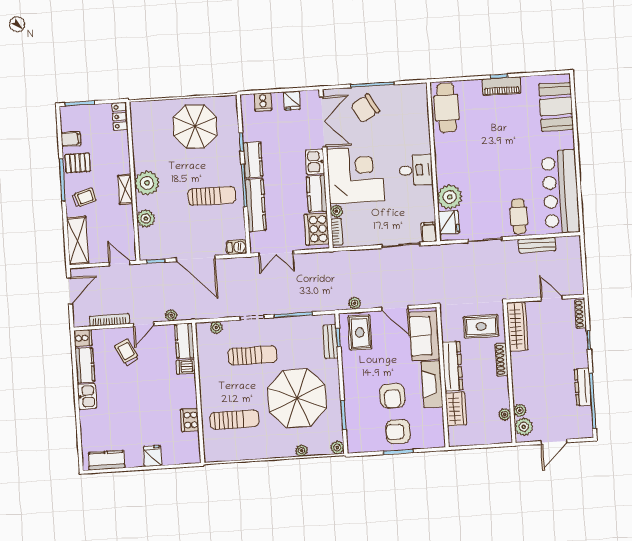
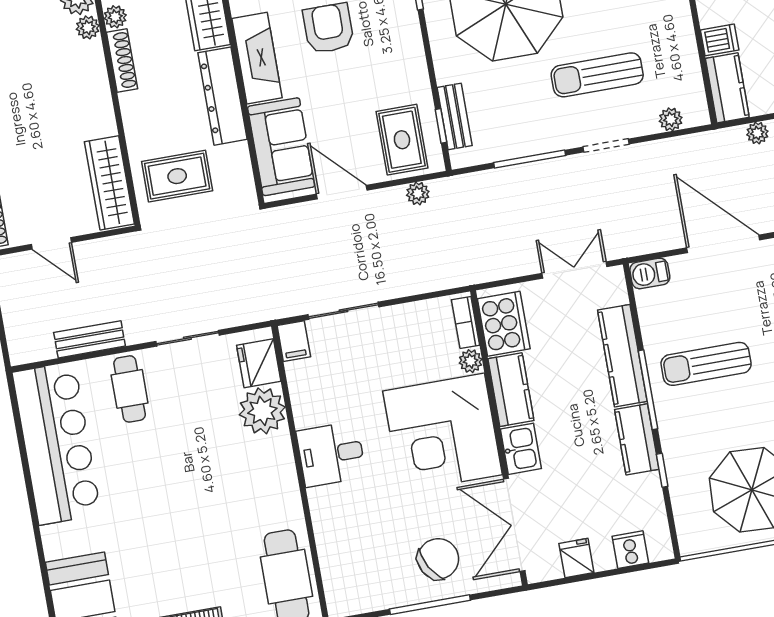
shoe rack: (502, 360) -> (122, 60), moved

